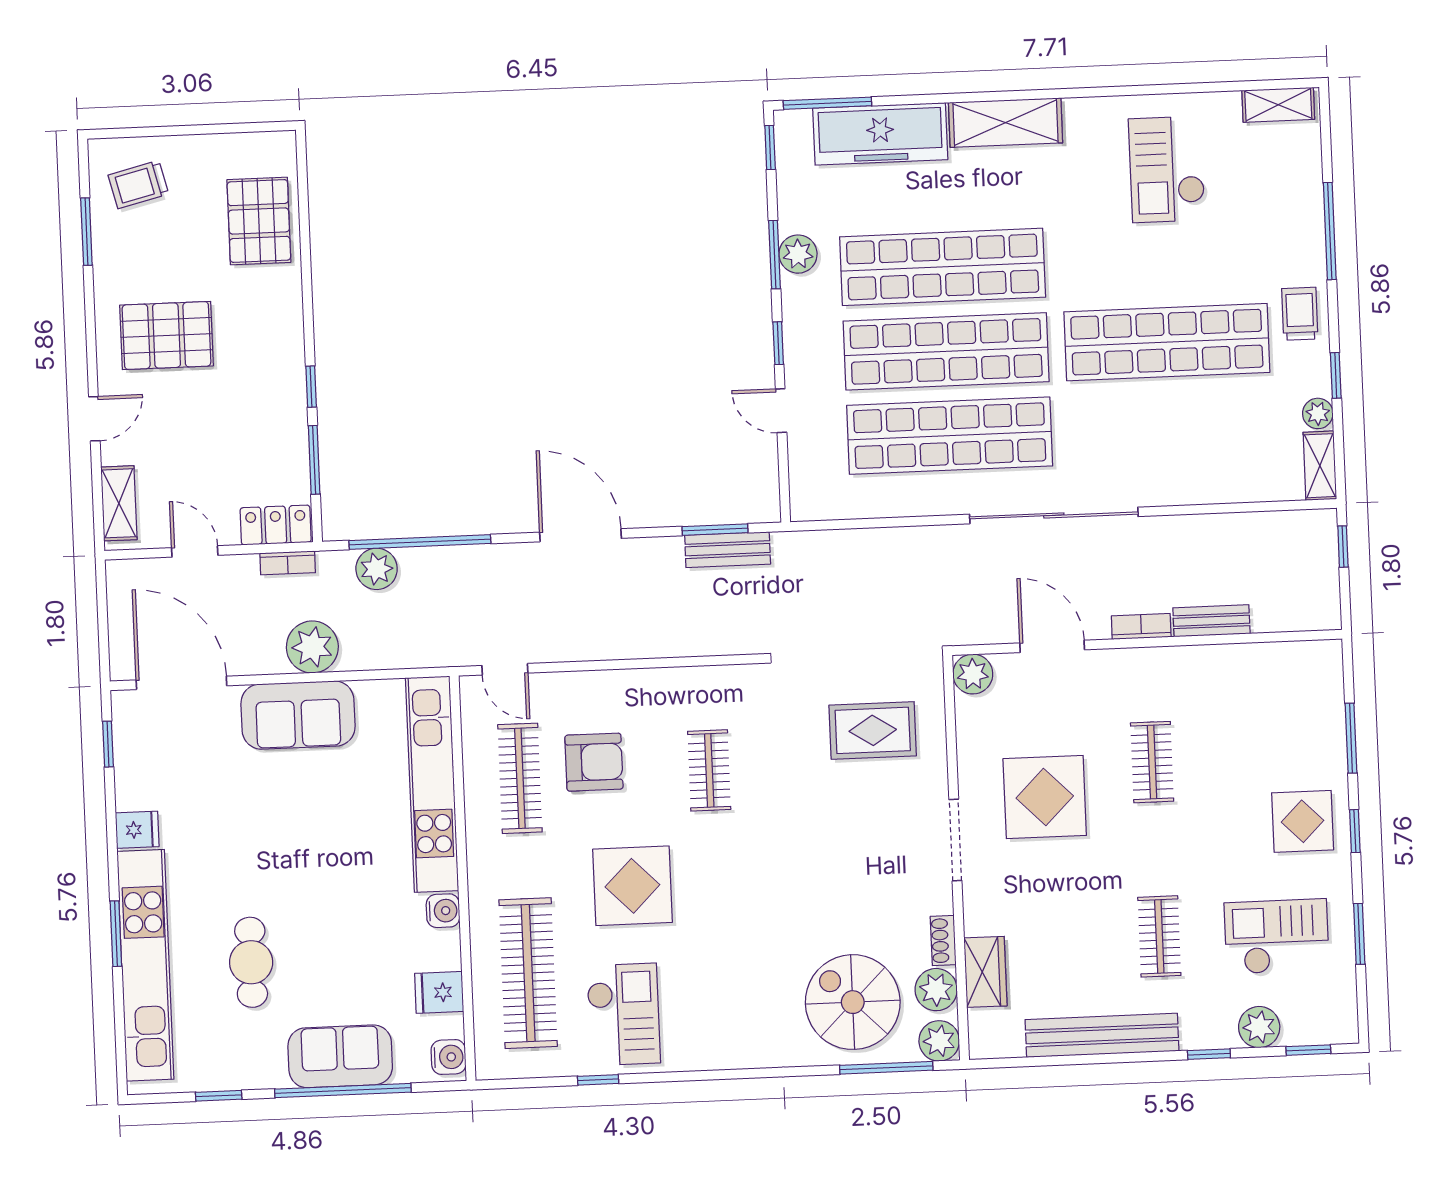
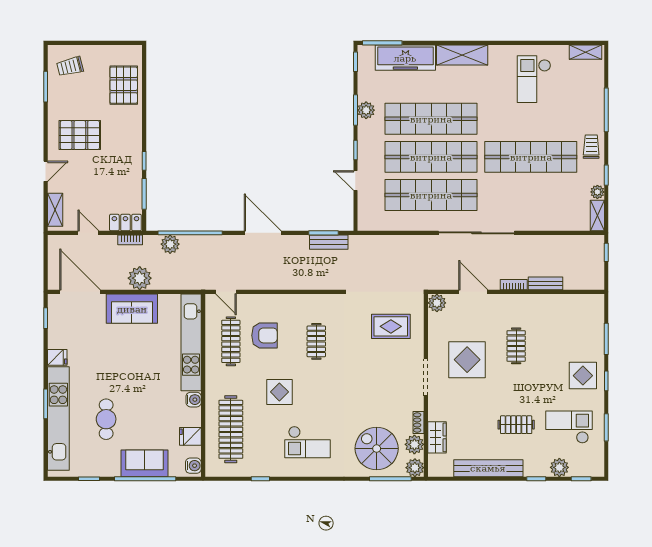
display table: (632, 886) -> (279, 392), width x0.73, depth x0.73
clothes rail: (1159, 936) -> (516, 425), turned 90
checkout: (623, 1014) -> (307, 442), moved, turned 90

